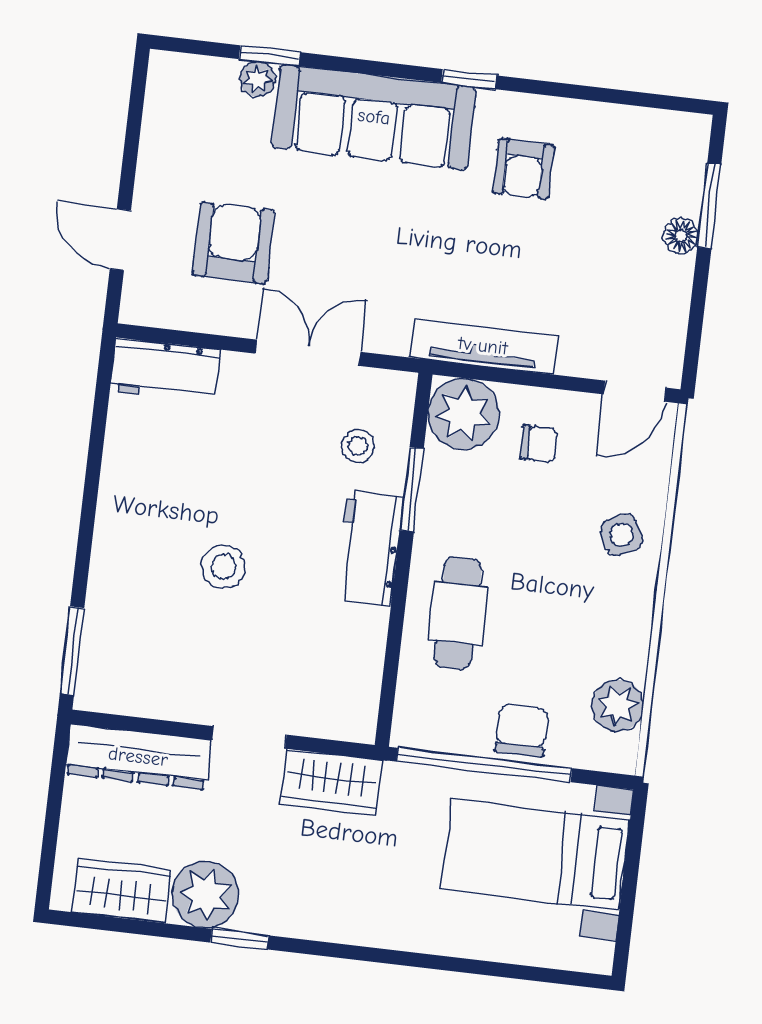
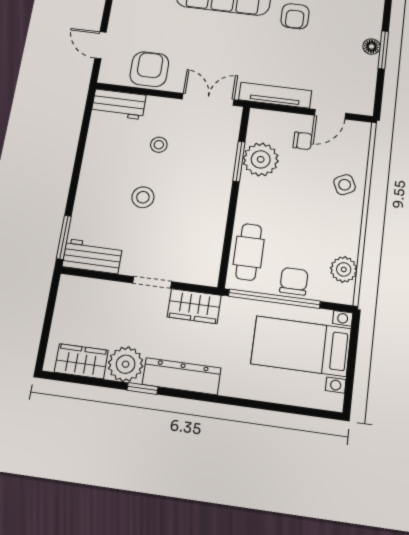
window: (709, 206) -> (383, 50), moved
armchair: (233, 243) -> (149, 69), moved
double door: (308, 353) -> (208, 99), moved
door: (635, 391) -> (330, 114), moved
plant: (463, 414) -> (261, 159), moved
stool: (358, 446) -> (159, 145), moved
workbench: (369, 548) -> (92, 256), moved, turned 90
cafe table: (458, 613) -> (249, 252), moved
dresser: (138, 757) -> (182, 376), moved, turned 180

